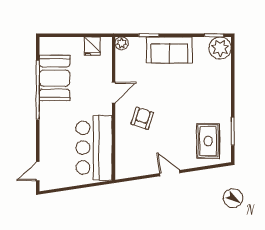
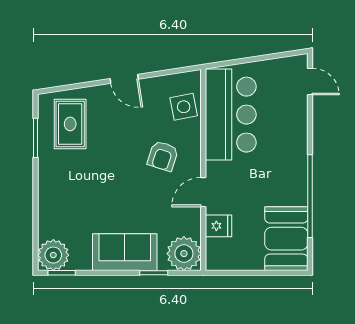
plant: (122, 43) -> (184, 254), width x1.87, depth x1.87
fridge: (92, 46) -> (219, 226), moved, turned 90
booth: (55, 78) -> (286, 239), moved
side table: (127, 153) -> (184, 107), added
door: (38, 171) -> (310, 82), hinge flipped

